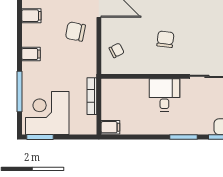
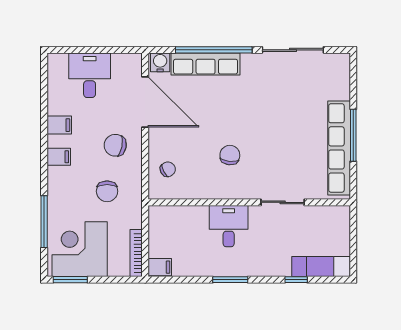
filing cabinet: (31, 54) -> (59, 157), moved
chair: (69, 68) -> (107, 191), added
bookcase: (92, 96) -> (136, 253), moved
window: (183, 137) -> (230, 280), moved

